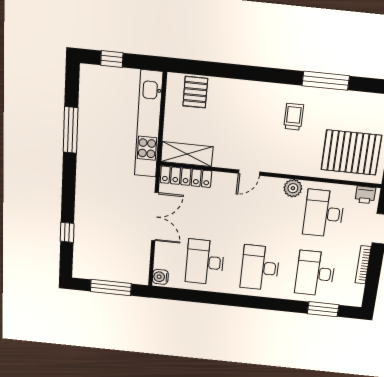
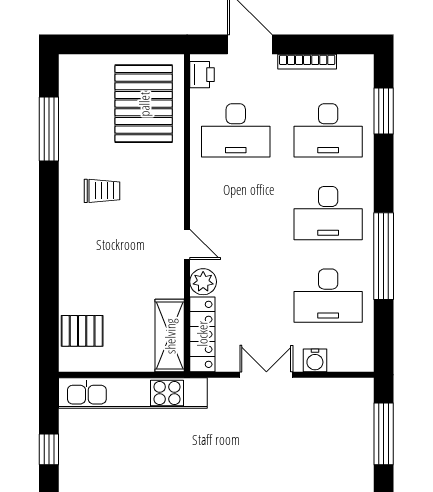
window: (326, 81) -> (49, 129), moved
trolley: (294, 117) -> (102, 191), turned 180
plant: (293, 188) -> (203, 282), moved
double door: (155, 217) -> (266, 375), width x0.73
water cooler: (160, 277) -> (315, 360), moved
window: (228, 299) -> (384, 256), added

